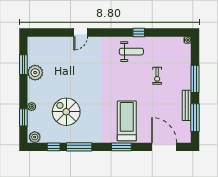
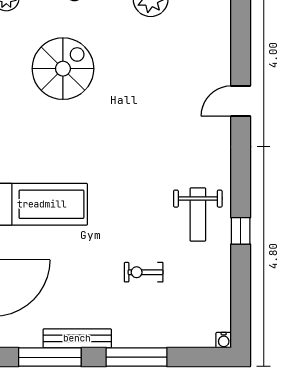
door: (81, 32) -> (241, 101), hinge flipped

